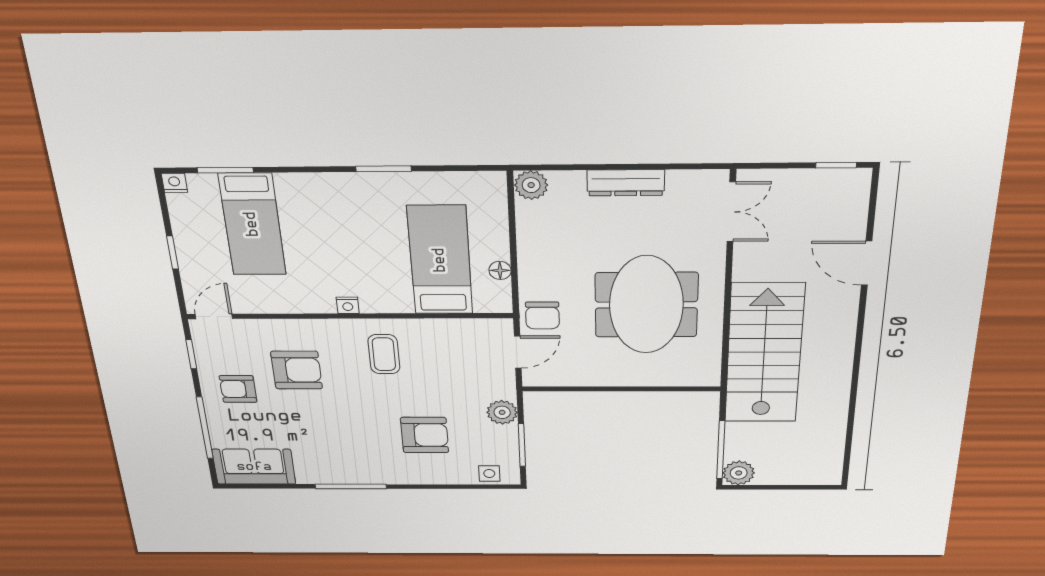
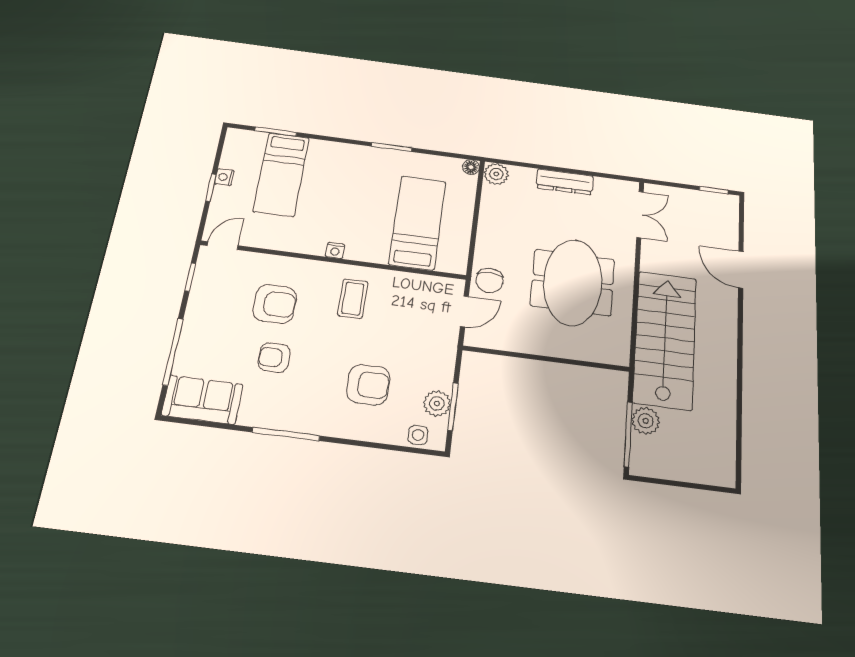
nightstand: (174, 183) -> (224, 177), moved, turned -90
floor lamp: (500, 270) -> (471, 167), moved
armchair: (238, 389) -> (274, 358), moved
plant: (502, 412) -> (437, 403), moved
plant: (739, 473) -> (646, 421), moved

